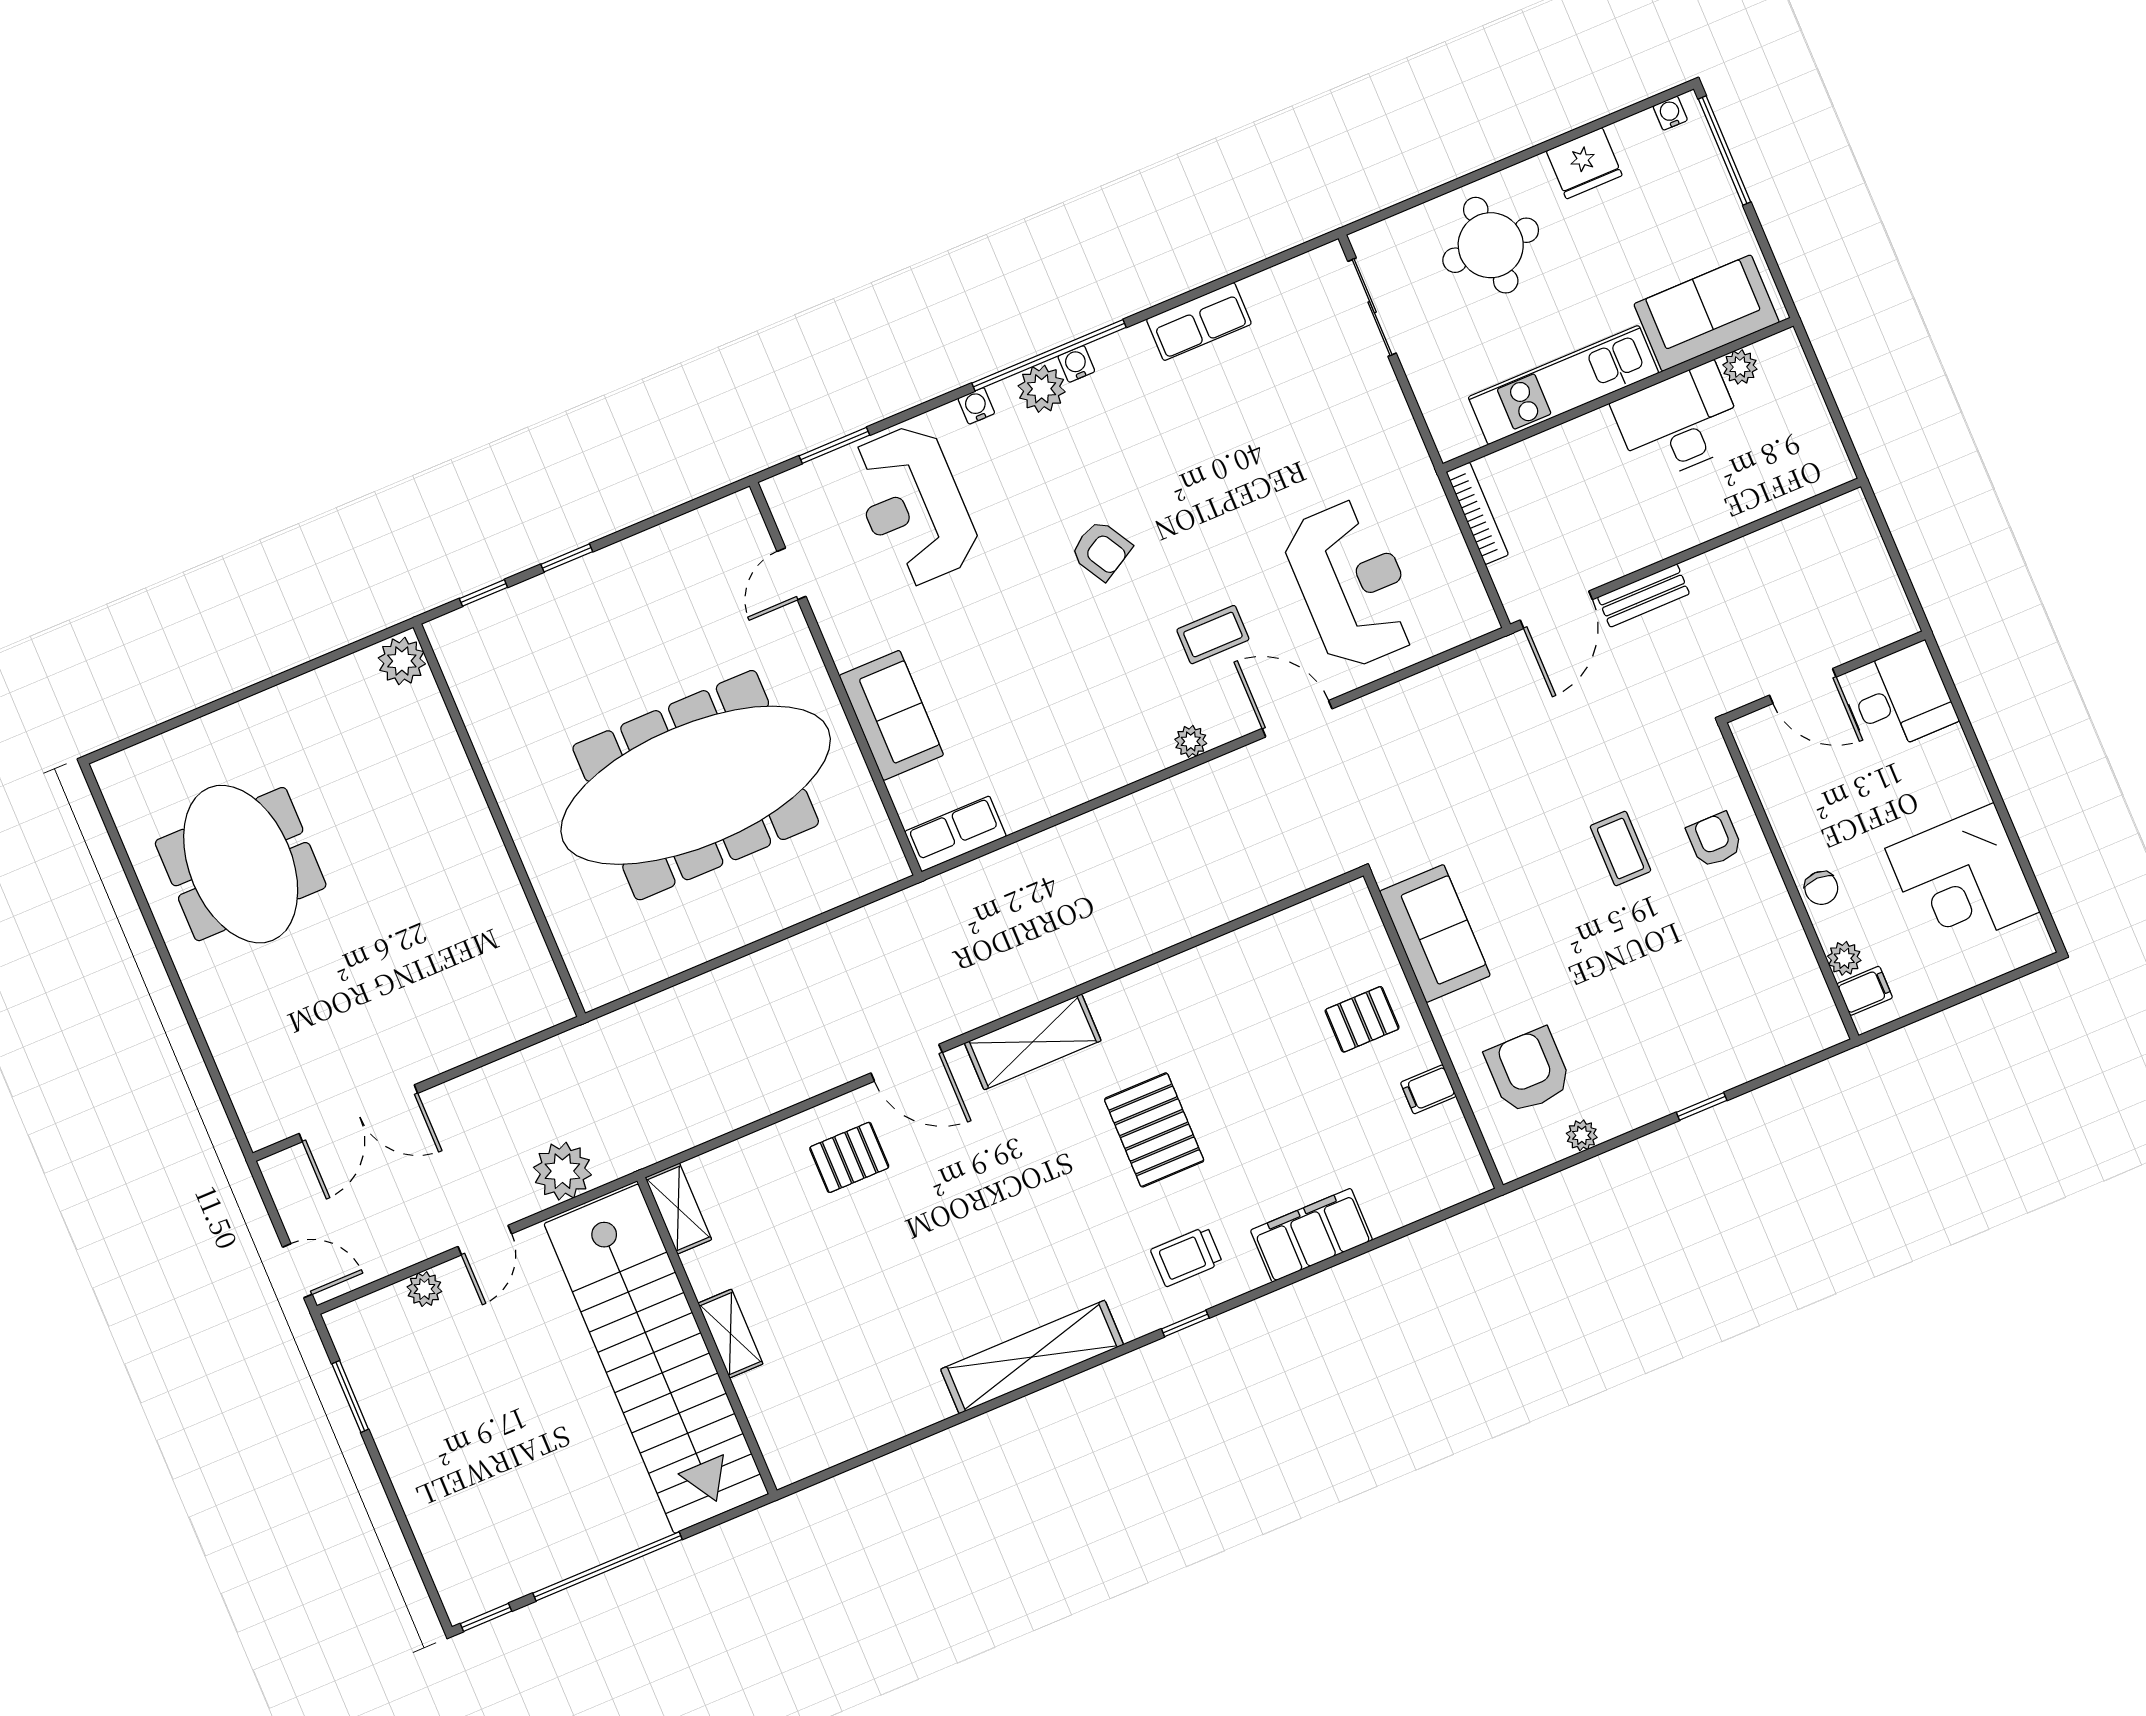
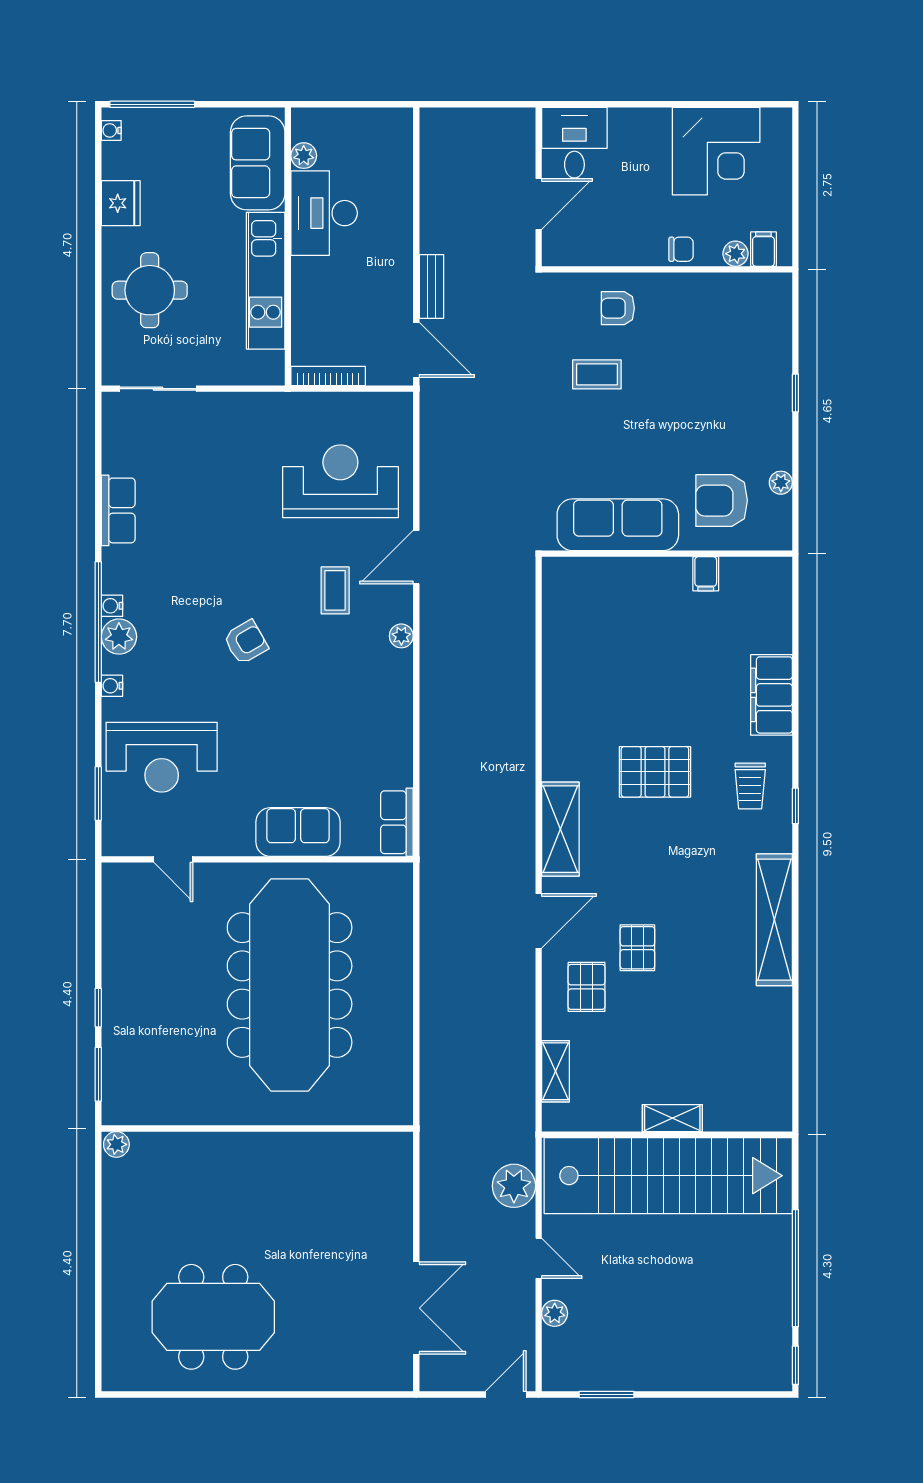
window: (483, 593) -> (98, 1074), width x1.50
plant: (402, 661) -> (116, 1144), width x0.73, depth x0.73
sofa: (1435, 933) -> (618, 525), width x1.36
pallet: (1362, 1019) -> (637, 948), moved
shelving: (678, 1208) -> (555, 1071), moved, turned 90

